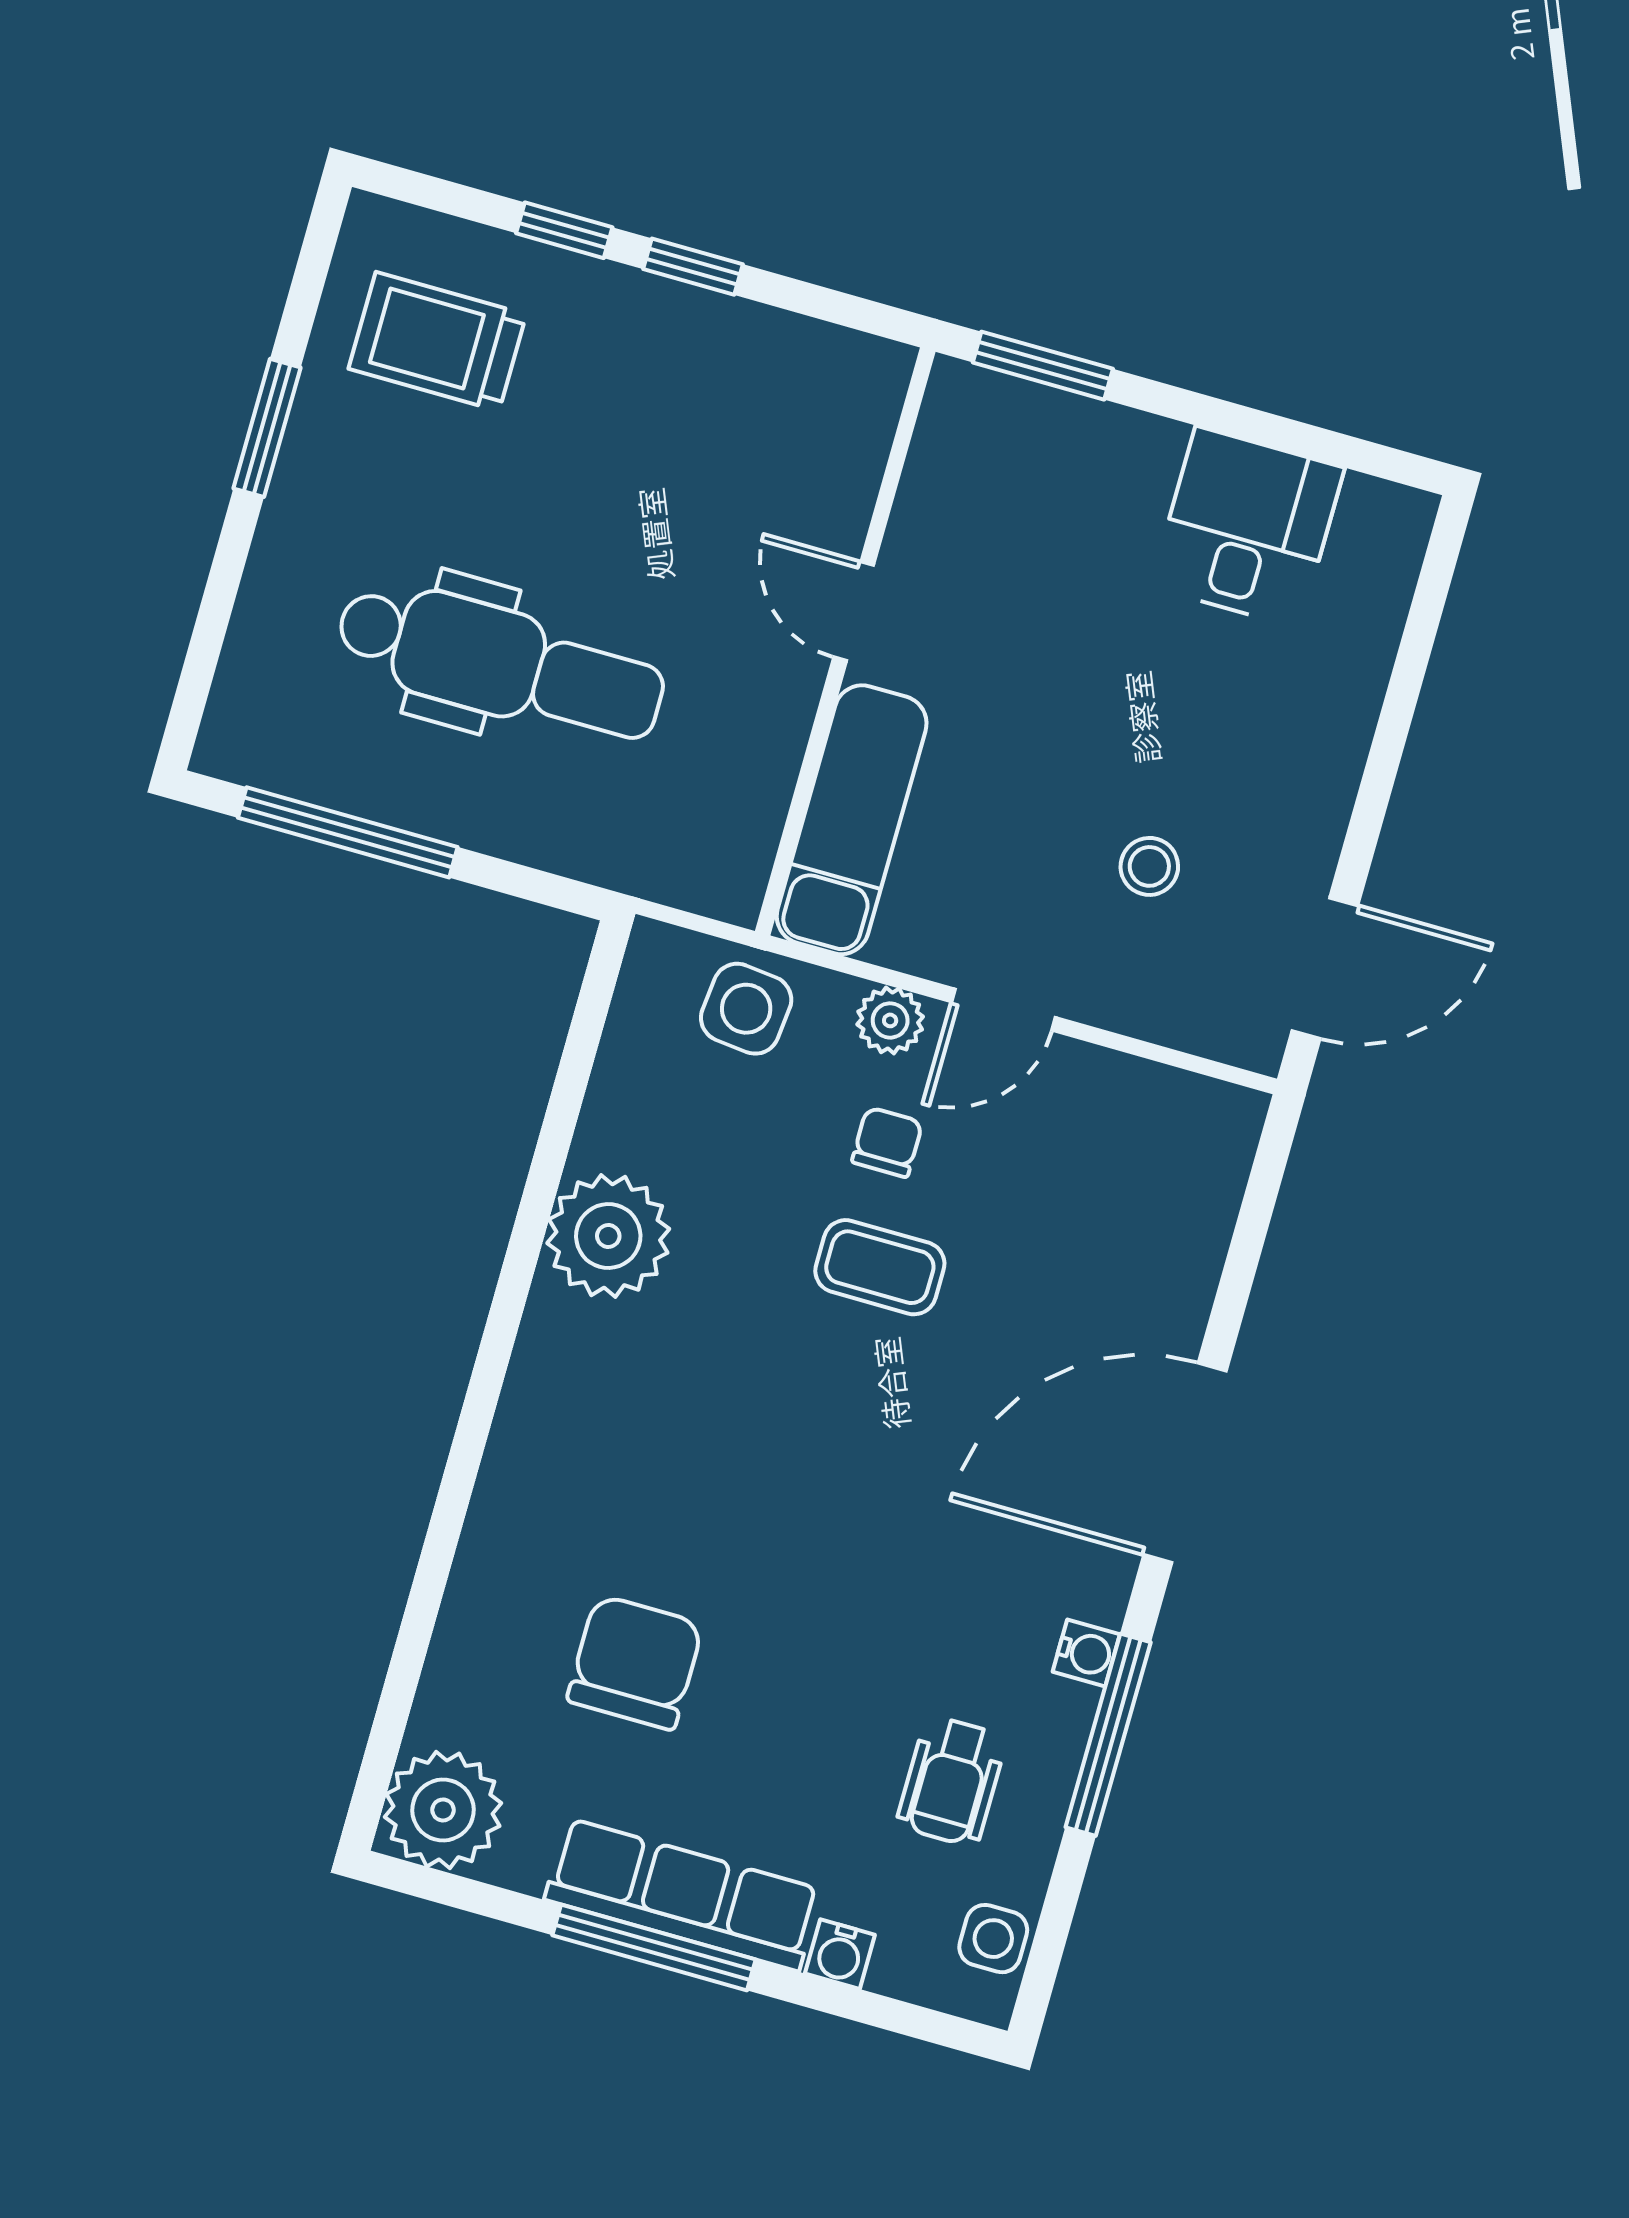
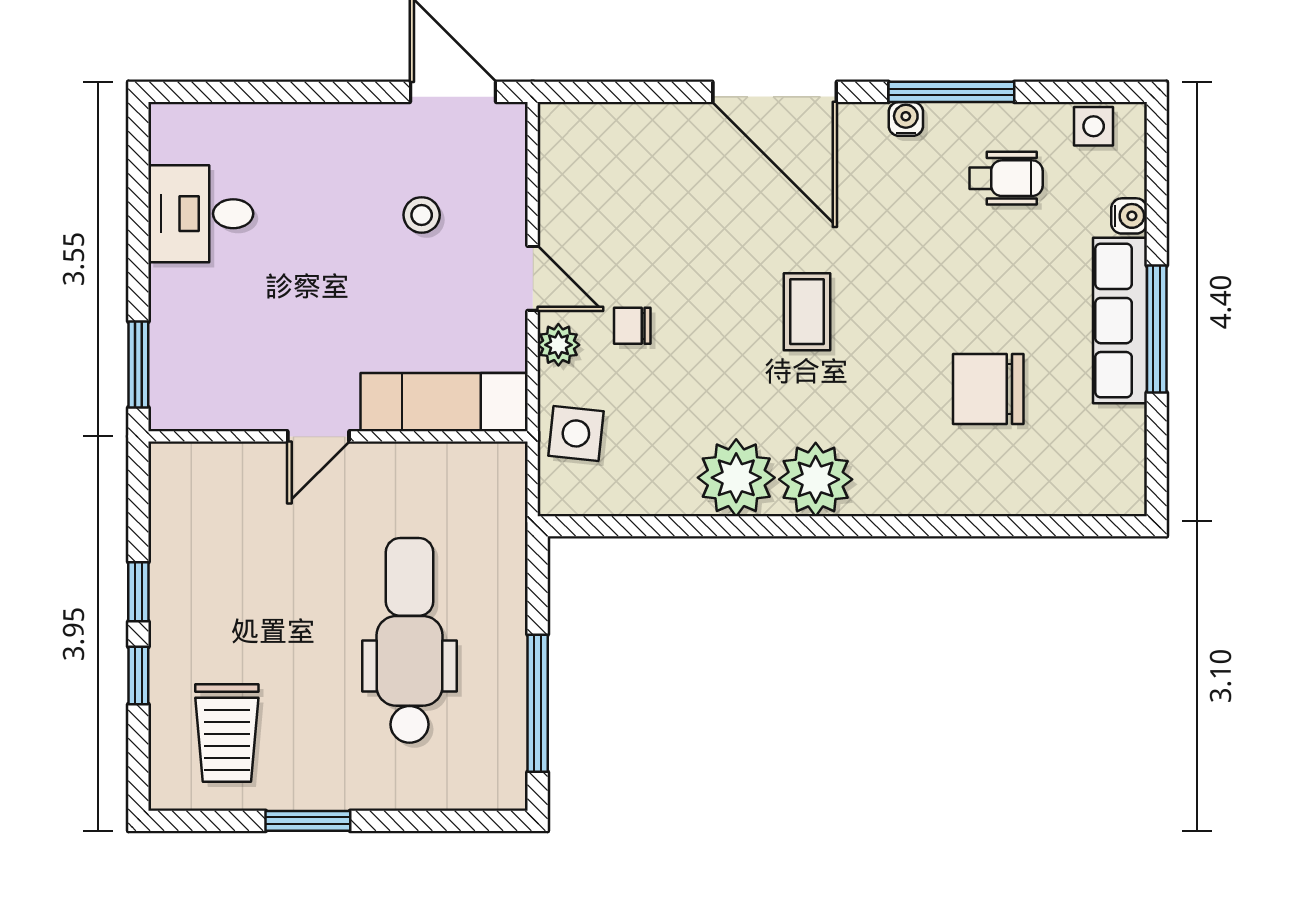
coffee table: (880, 1267) -> (807, 312), moved
plant: (443, 1810) -> (816, 479), moved

